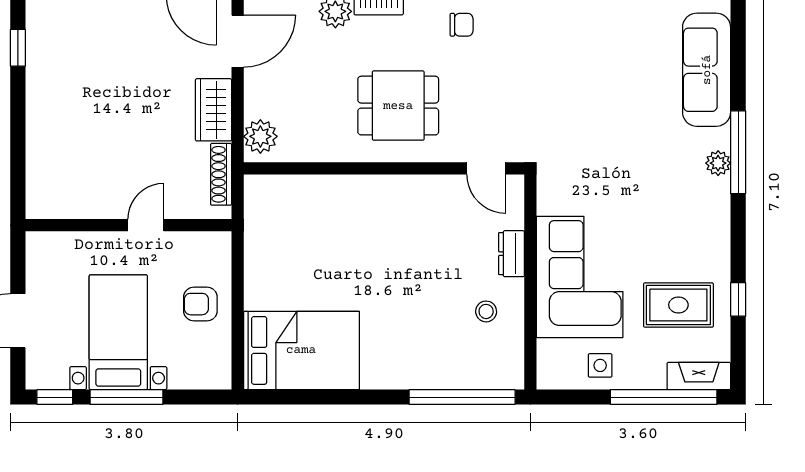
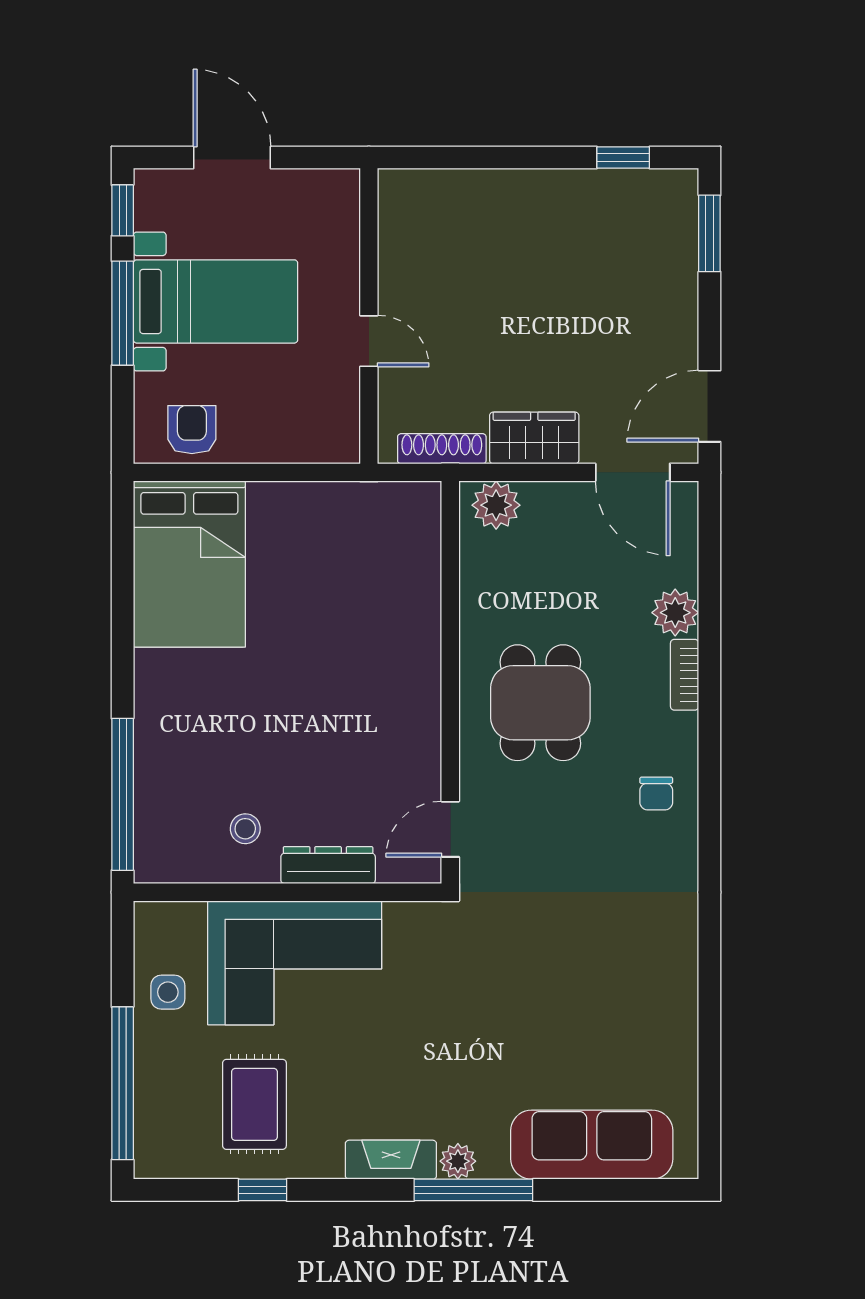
dresser: (512, 254) -> (328, 865), width x1.44
armchair: (200, 304) -> (192, 430), moved
fireplace: (699, 376) -> (391, 1160), moved, turned -90

